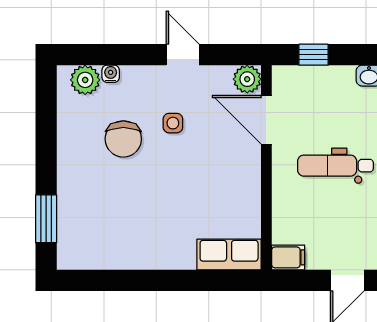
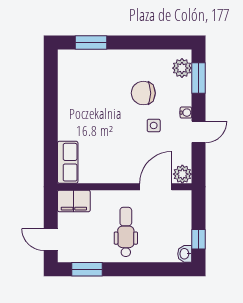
window: (100, 55) -> (198, 78), added
window: (313, 55) -> (198, 239), moved
water cooler: (111, 74) -> (186, 113), moved
filing cabinet: (288, 257) -> (74, 201), width x2.00

